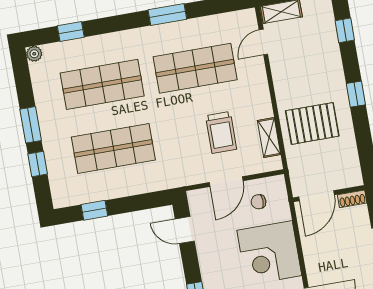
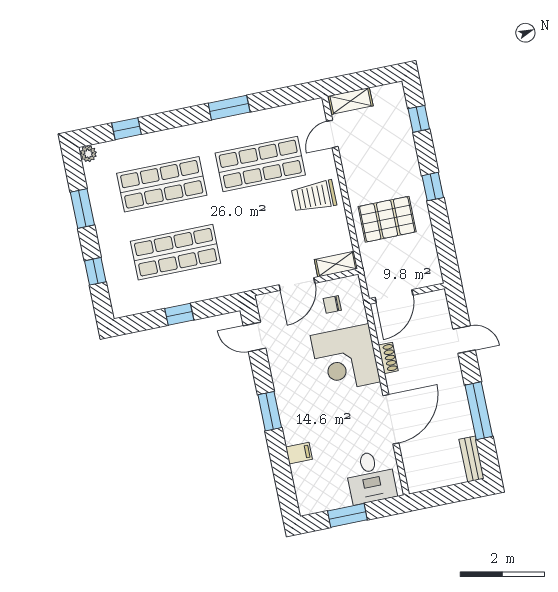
window: (31, 125) -> (82, 208), moved
trolley: (221, 132) -> (314, 196), moved, turned 90
shelving: (269, 137) -> (336, 264), moved, turned 90
shoe rack: (352, 199) -> (388, 358), moved, turned -90
window: (94, 210) -> (179, 314), moved

